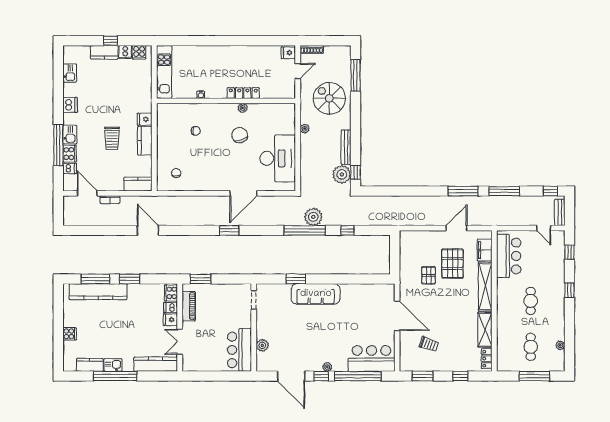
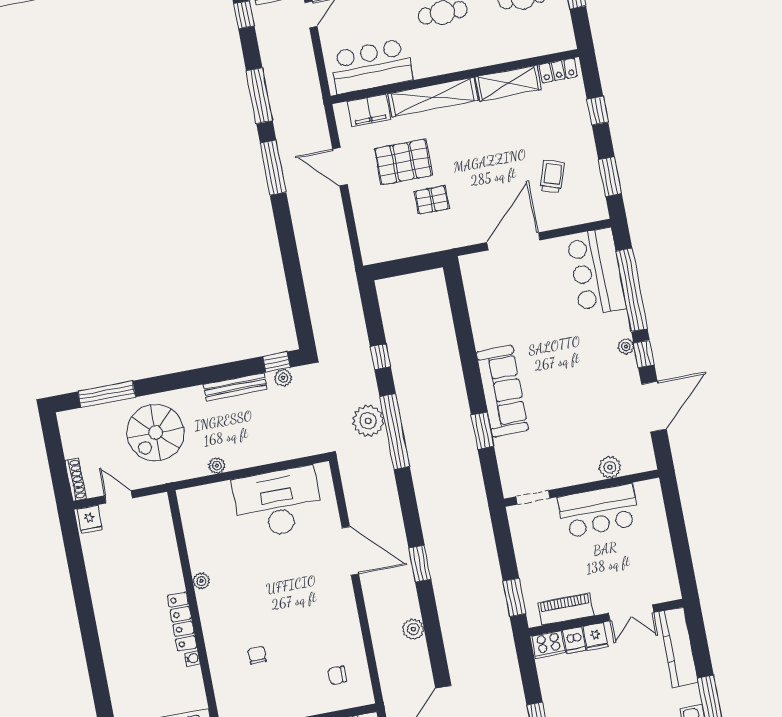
locker: (243, 93) -> (182, 622), moved
chair: (240, 135) -> (250, 577), removed
plant: (342, 174) -> (283, 378), width x0.53, depth x0.53
plant: (194, 220) -> (413, 629), added
bar counter: (239, 350) -> (599, 511), moved

